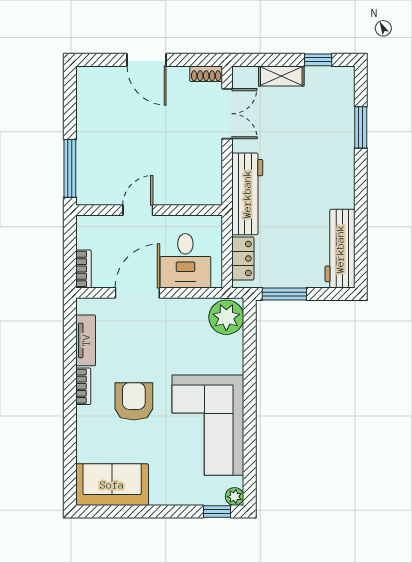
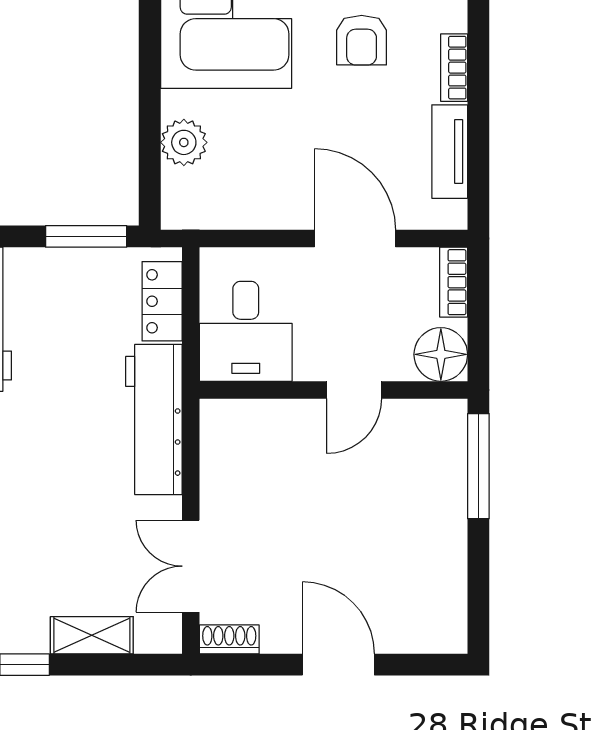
floor lamp: (90, 229) -> (441, 354), added
desk: (185, 261) -> (246, 331), moved, turned 180
door: (137, 293) -> (355, 239), swing flipped
plant: (226, 317) -> (184, 142), moved, width x0.73, depth x0.73
armchair: (134, 401) -> (362, 40), width x0.72, depth x0.72

